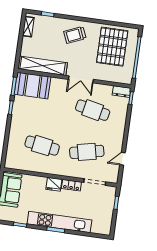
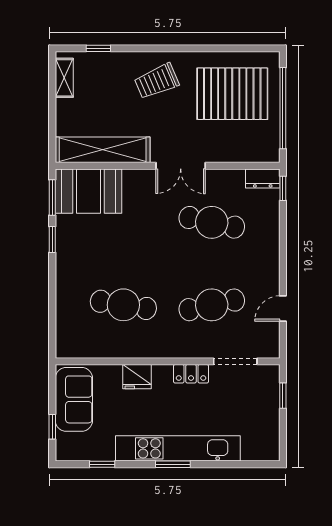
pallet: (112, 47) -> (232, 94), turned 90
fridge: (54, 184) -> (137, 377), moved

